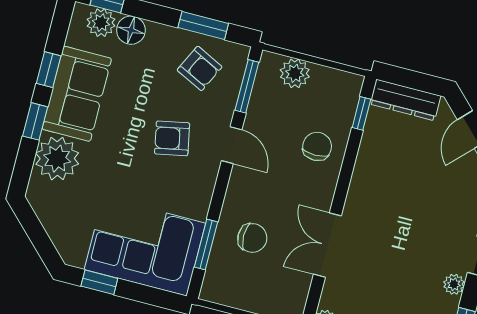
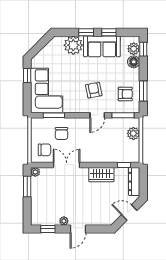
armchair: (200, 68) -> (125, 94), turned -116
chair: (317, 146) -> (44, 150), moved
wardrobe: (370, 171) -> (101, 175), added

